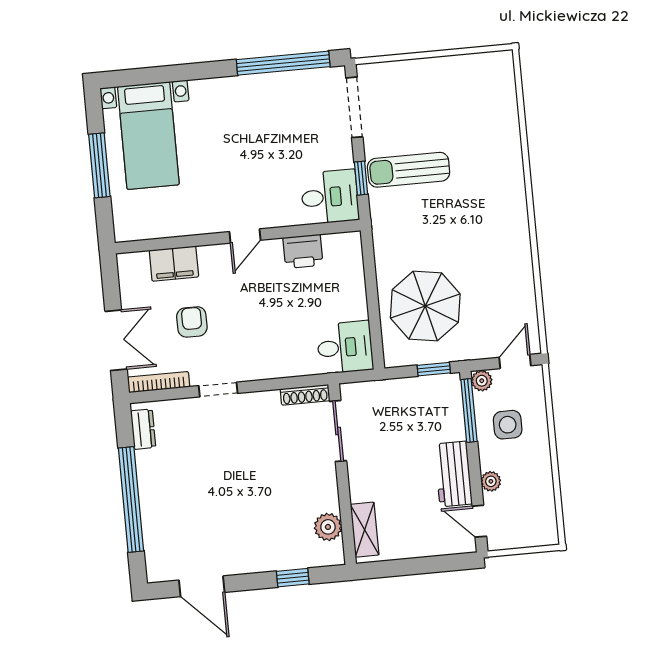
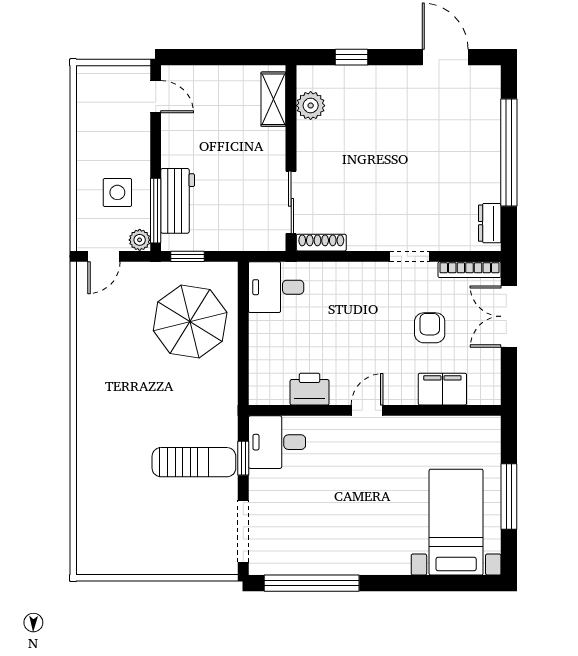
armchair: (192, 322) -> (430, 328), turned 180
workbench: (453, 474) -> (178, 201), moved
plant: (491, 481) -> (140, 136), removed

